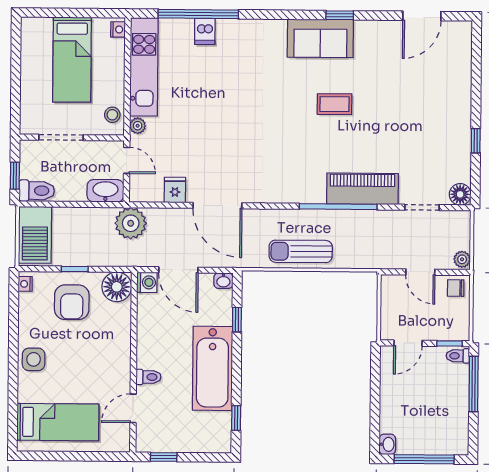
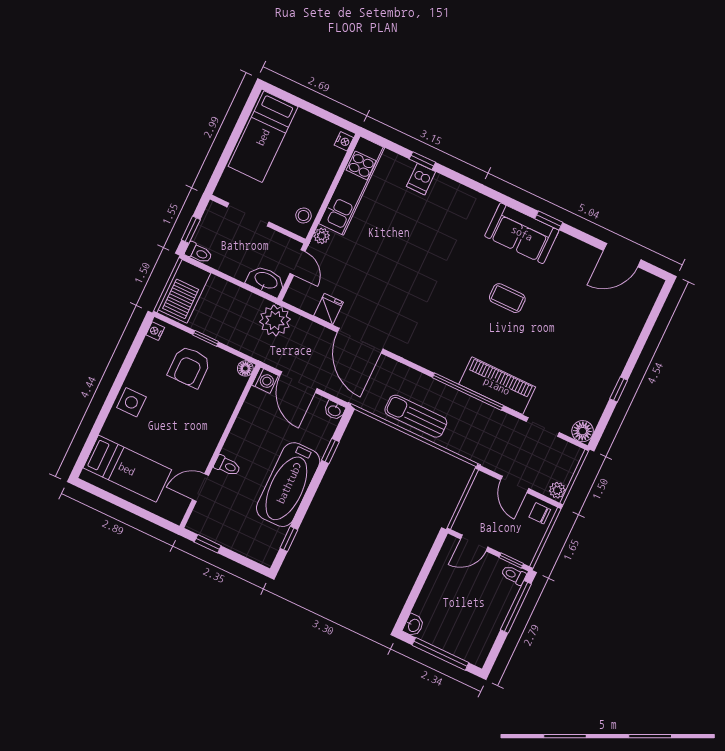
window: (198, 14) -> (422, 161), width x0.32
bed: (72, 60) -> (263, 137), moved
toilet: (37, 191) -> (199, 253), width x0.73, depth x0.72
floor lamp: (117, 287) -> (245, 368), width x0.53, depth x0.53

